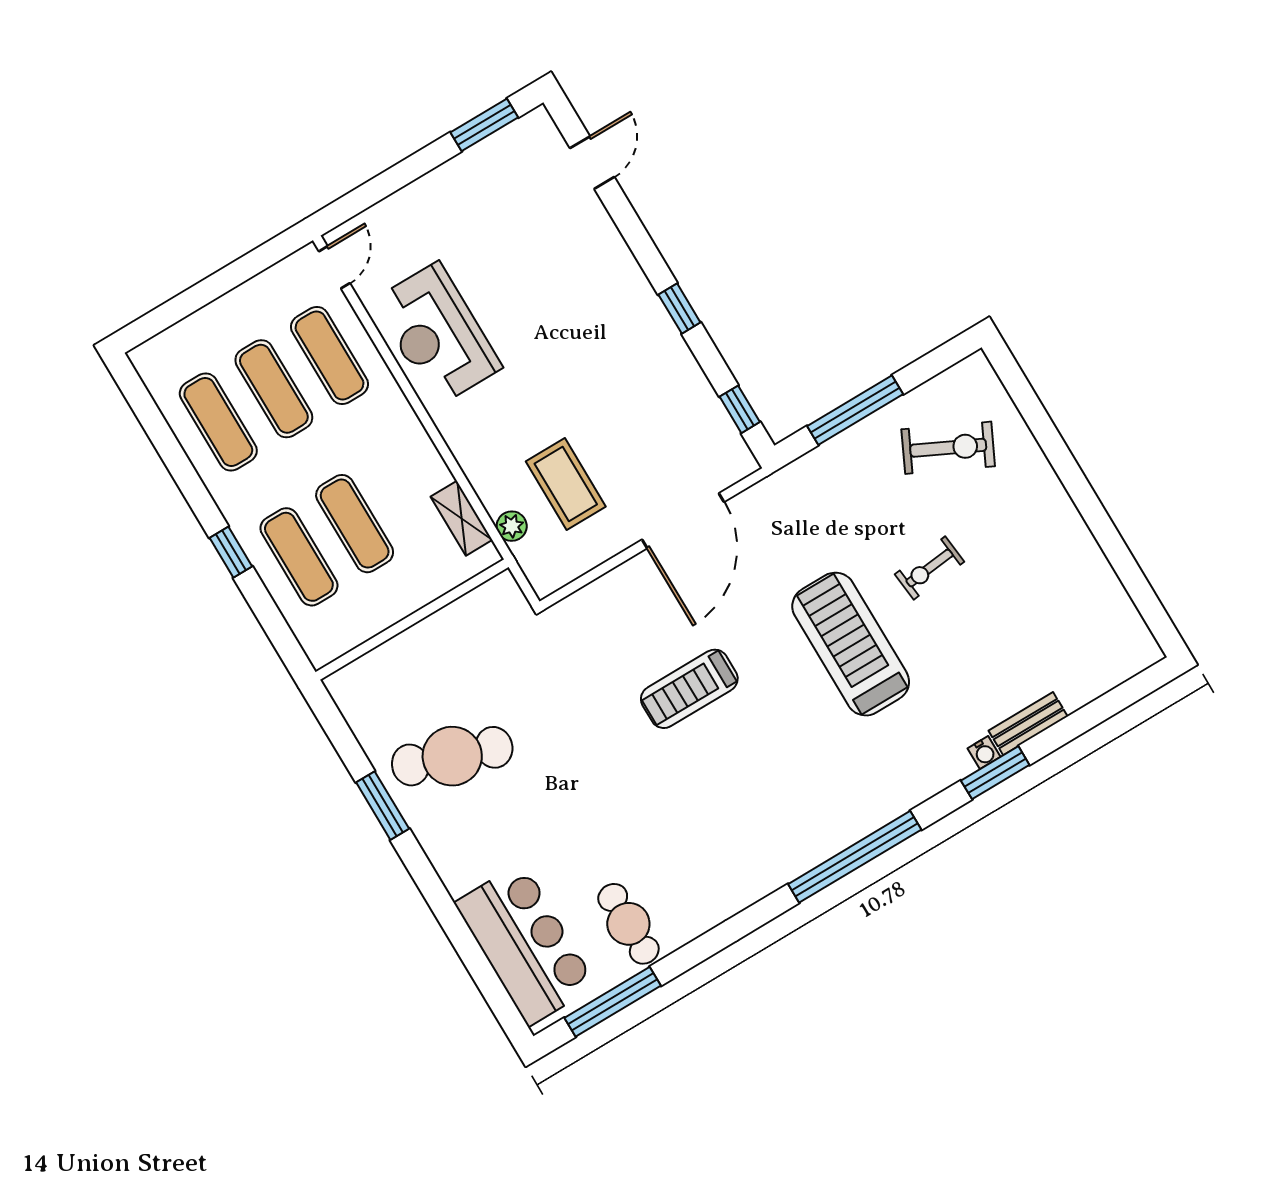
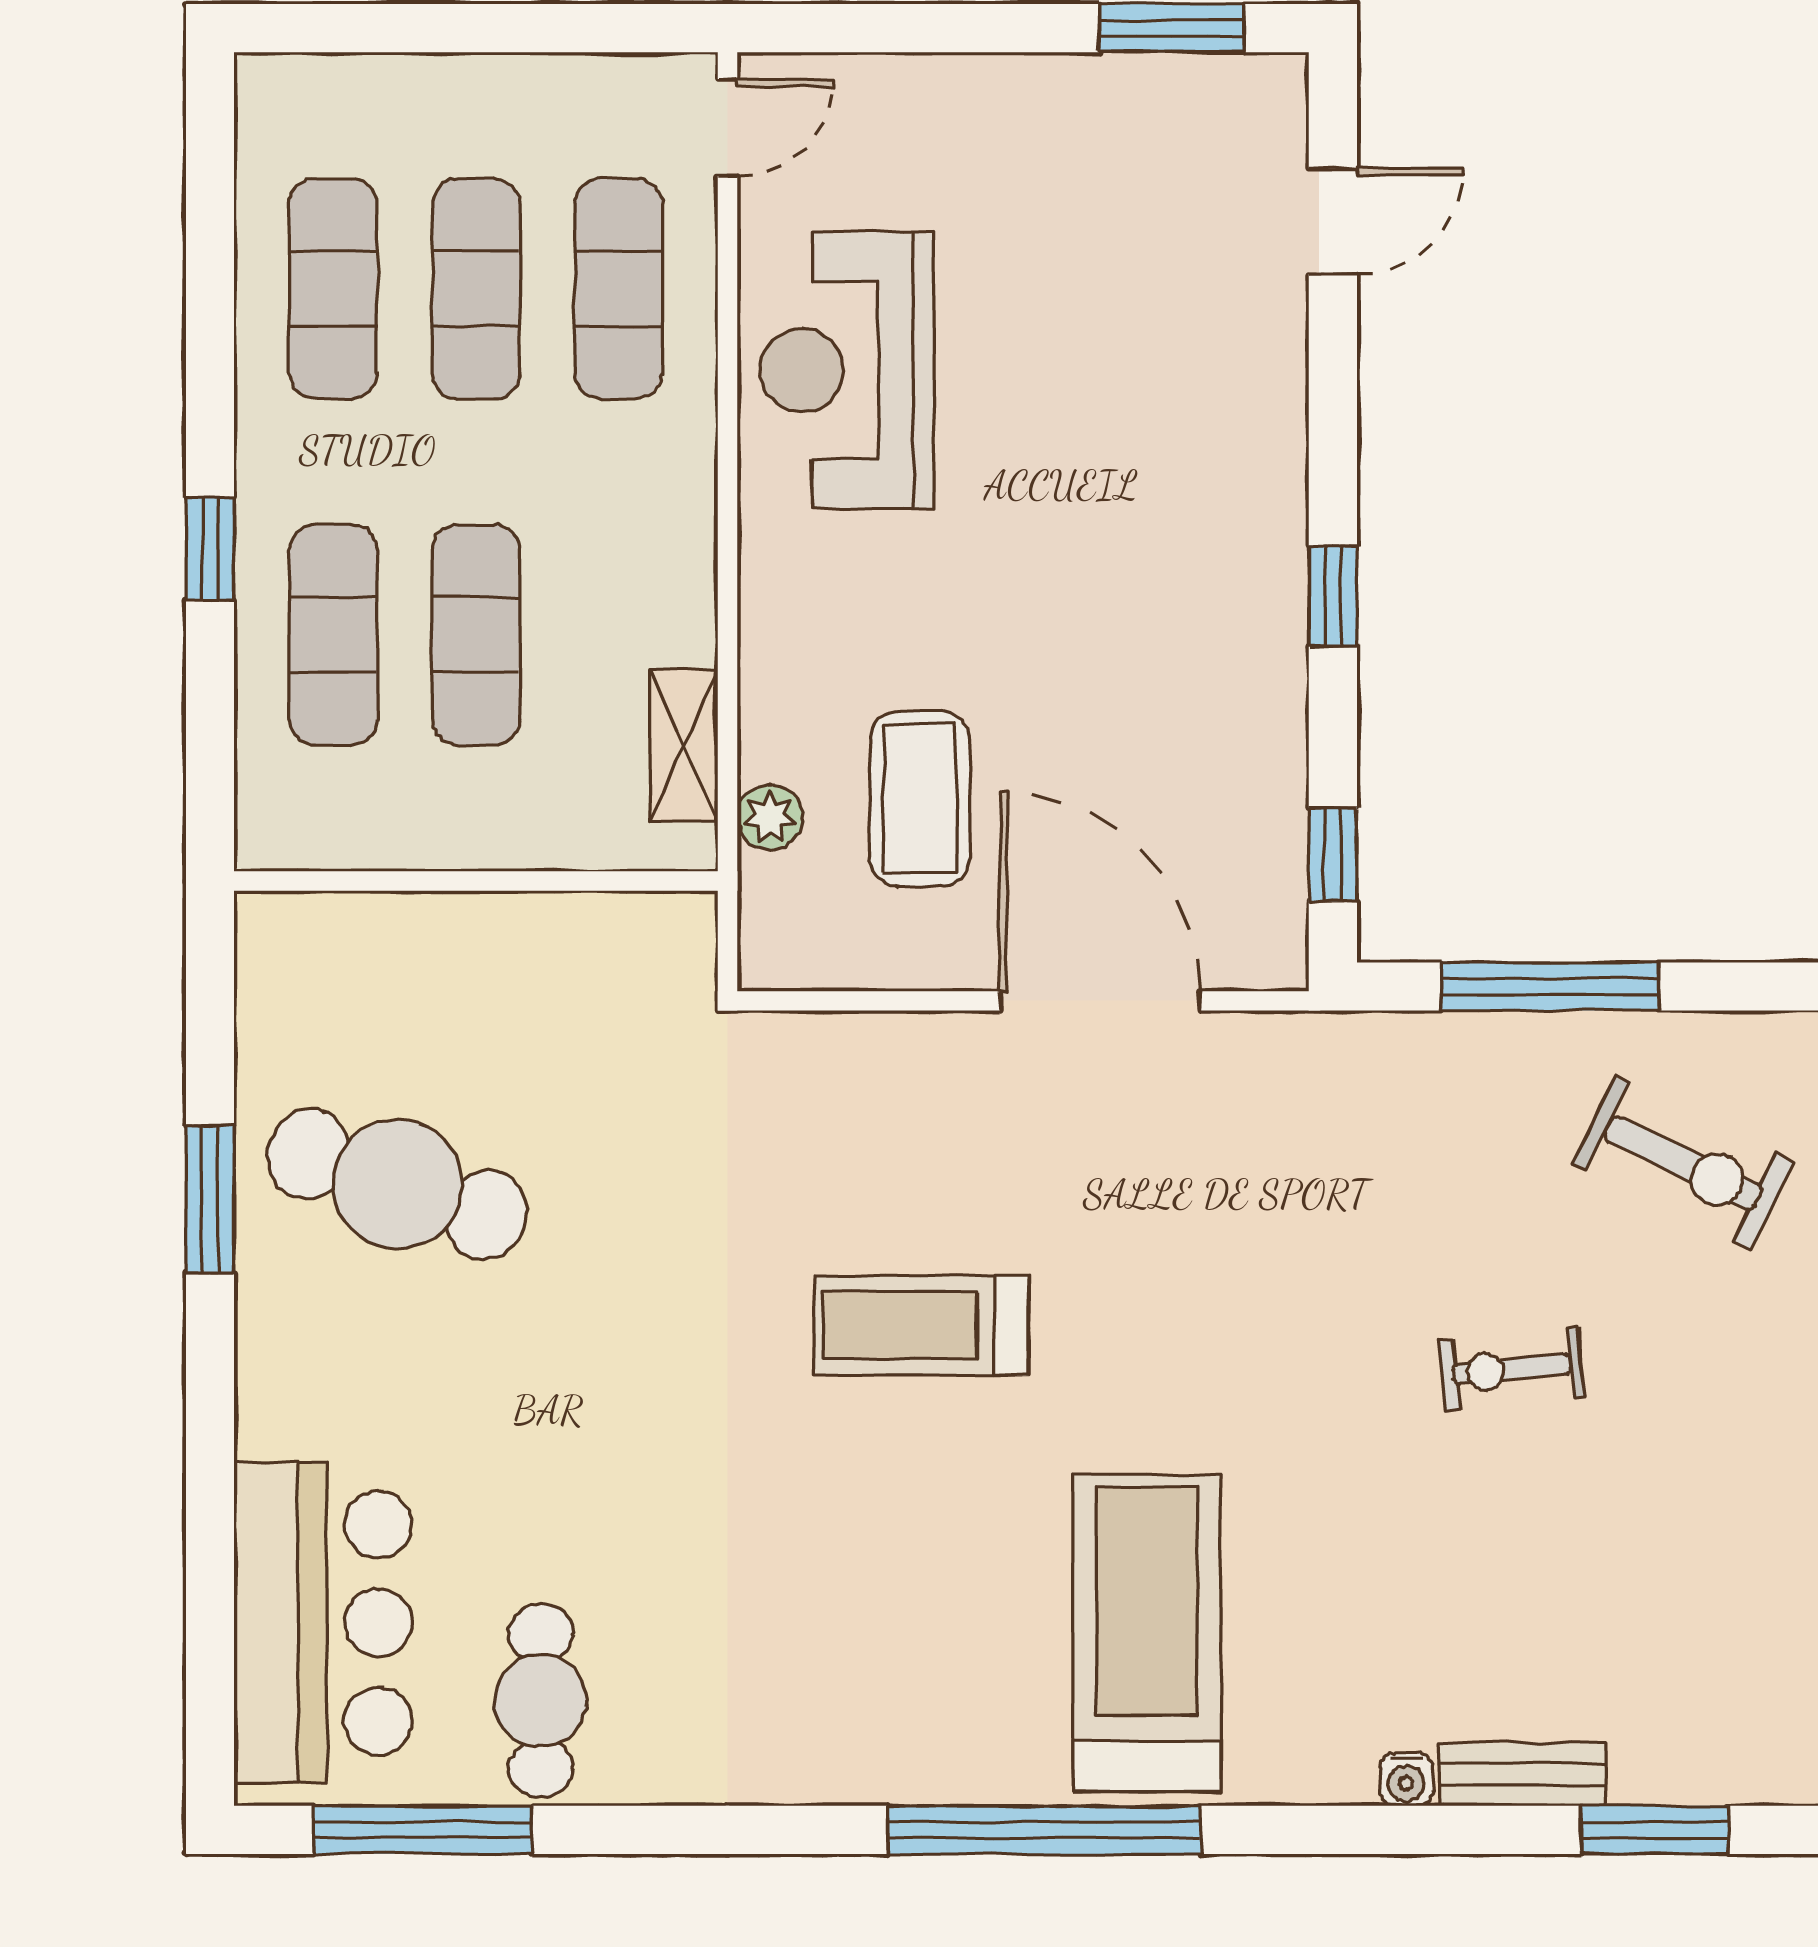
door: (683, 521) -> (1100, 1001), swing flipped
treadmill: (851, 644) -> (1147, 1633), moved
window: (995, 773) -> (1655, 1830), moved

